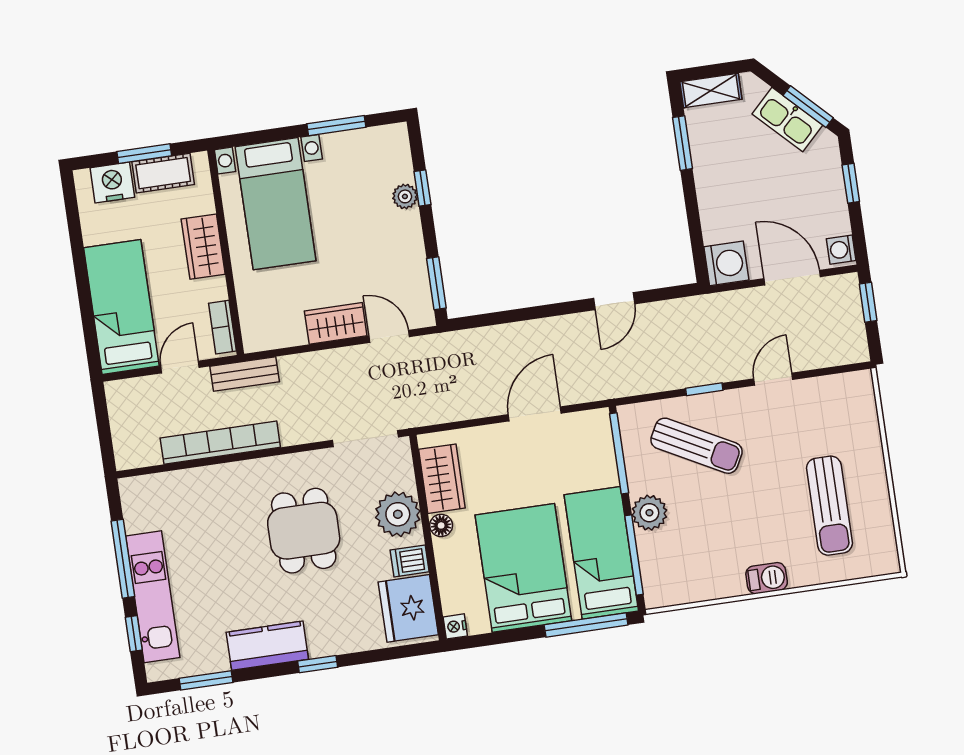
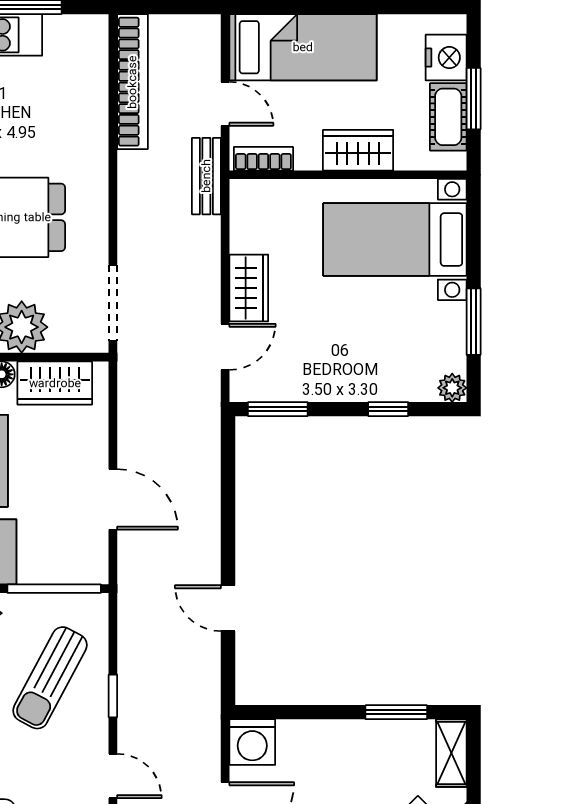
plant: (405, 196) -> (452, 388), moved
bookcase: (220, 443) -> (132, 82), moved

